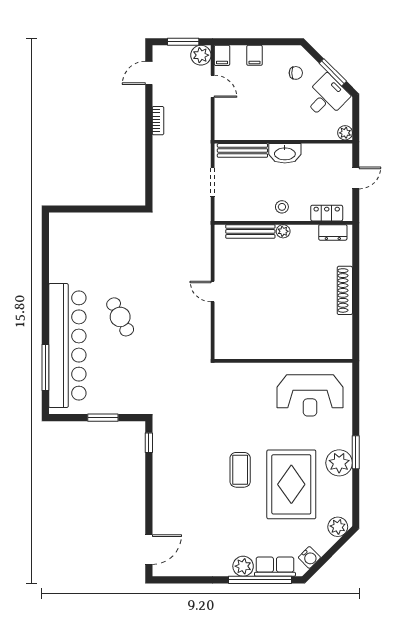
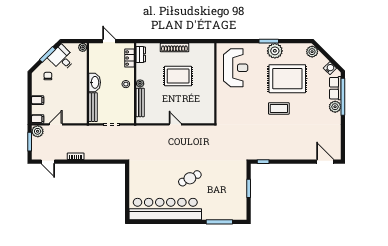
door: (213, 292) -> (175, 124), swing flipped
rug: (296, 297) -> (178, 76), added
bar counter: (67, 346) -> (165, 209), moved

